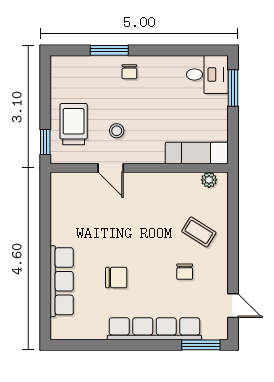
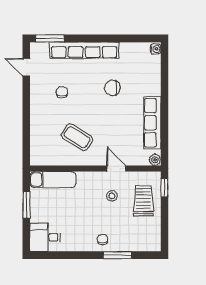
window: (233, 88) -> (26, 205), moved
trolley: (74, 124) -> (144, 201), turned 180
plant: (209, 180) -> (155, 160), moved
coffee table: (199, 232) -> (77, 137), moved, width x1.36, depth x1.30
row of seats: (62, 281) -> (152, 123), moved
water cooler: (57, 330) -> (156, 49), added

